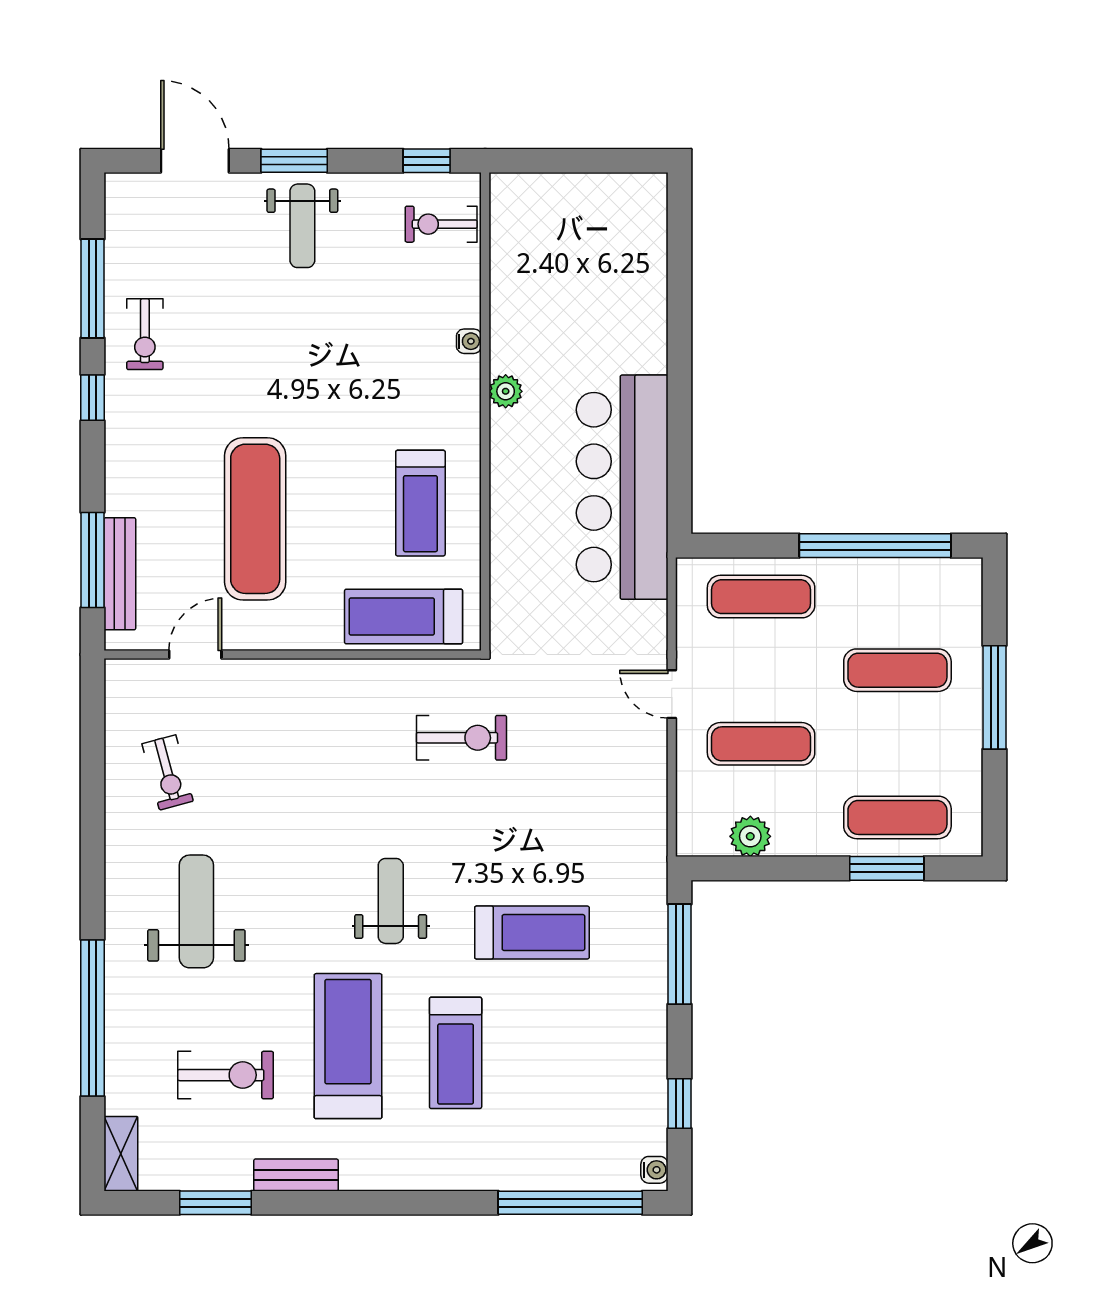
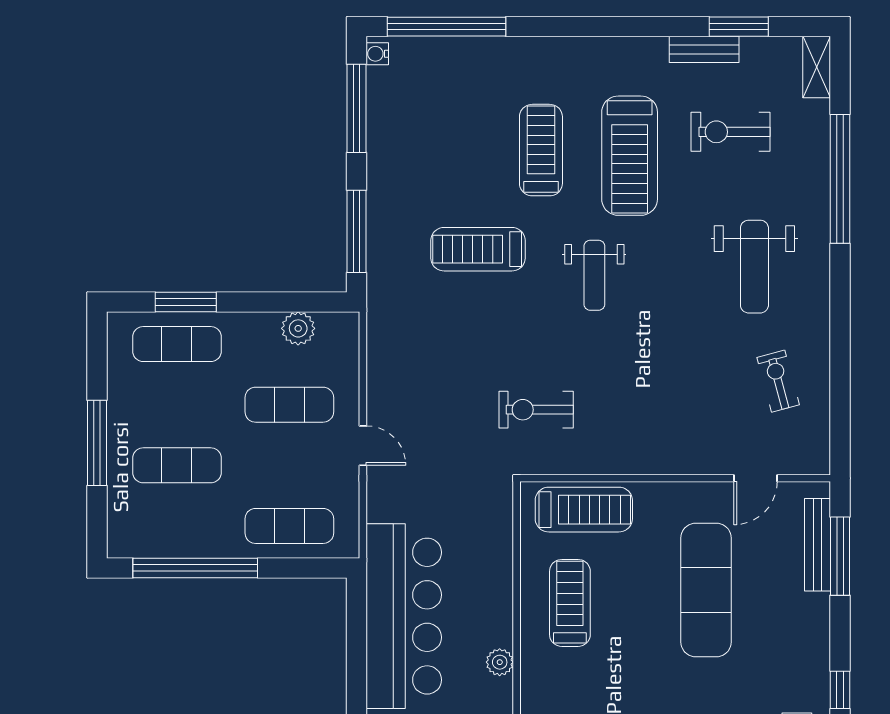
plant: (506, 391) -> (500, 662), moved
window: (680, 1103) -> (356, 108), width x2.17
bench: (296, 1175) -> (704, 49), moved

